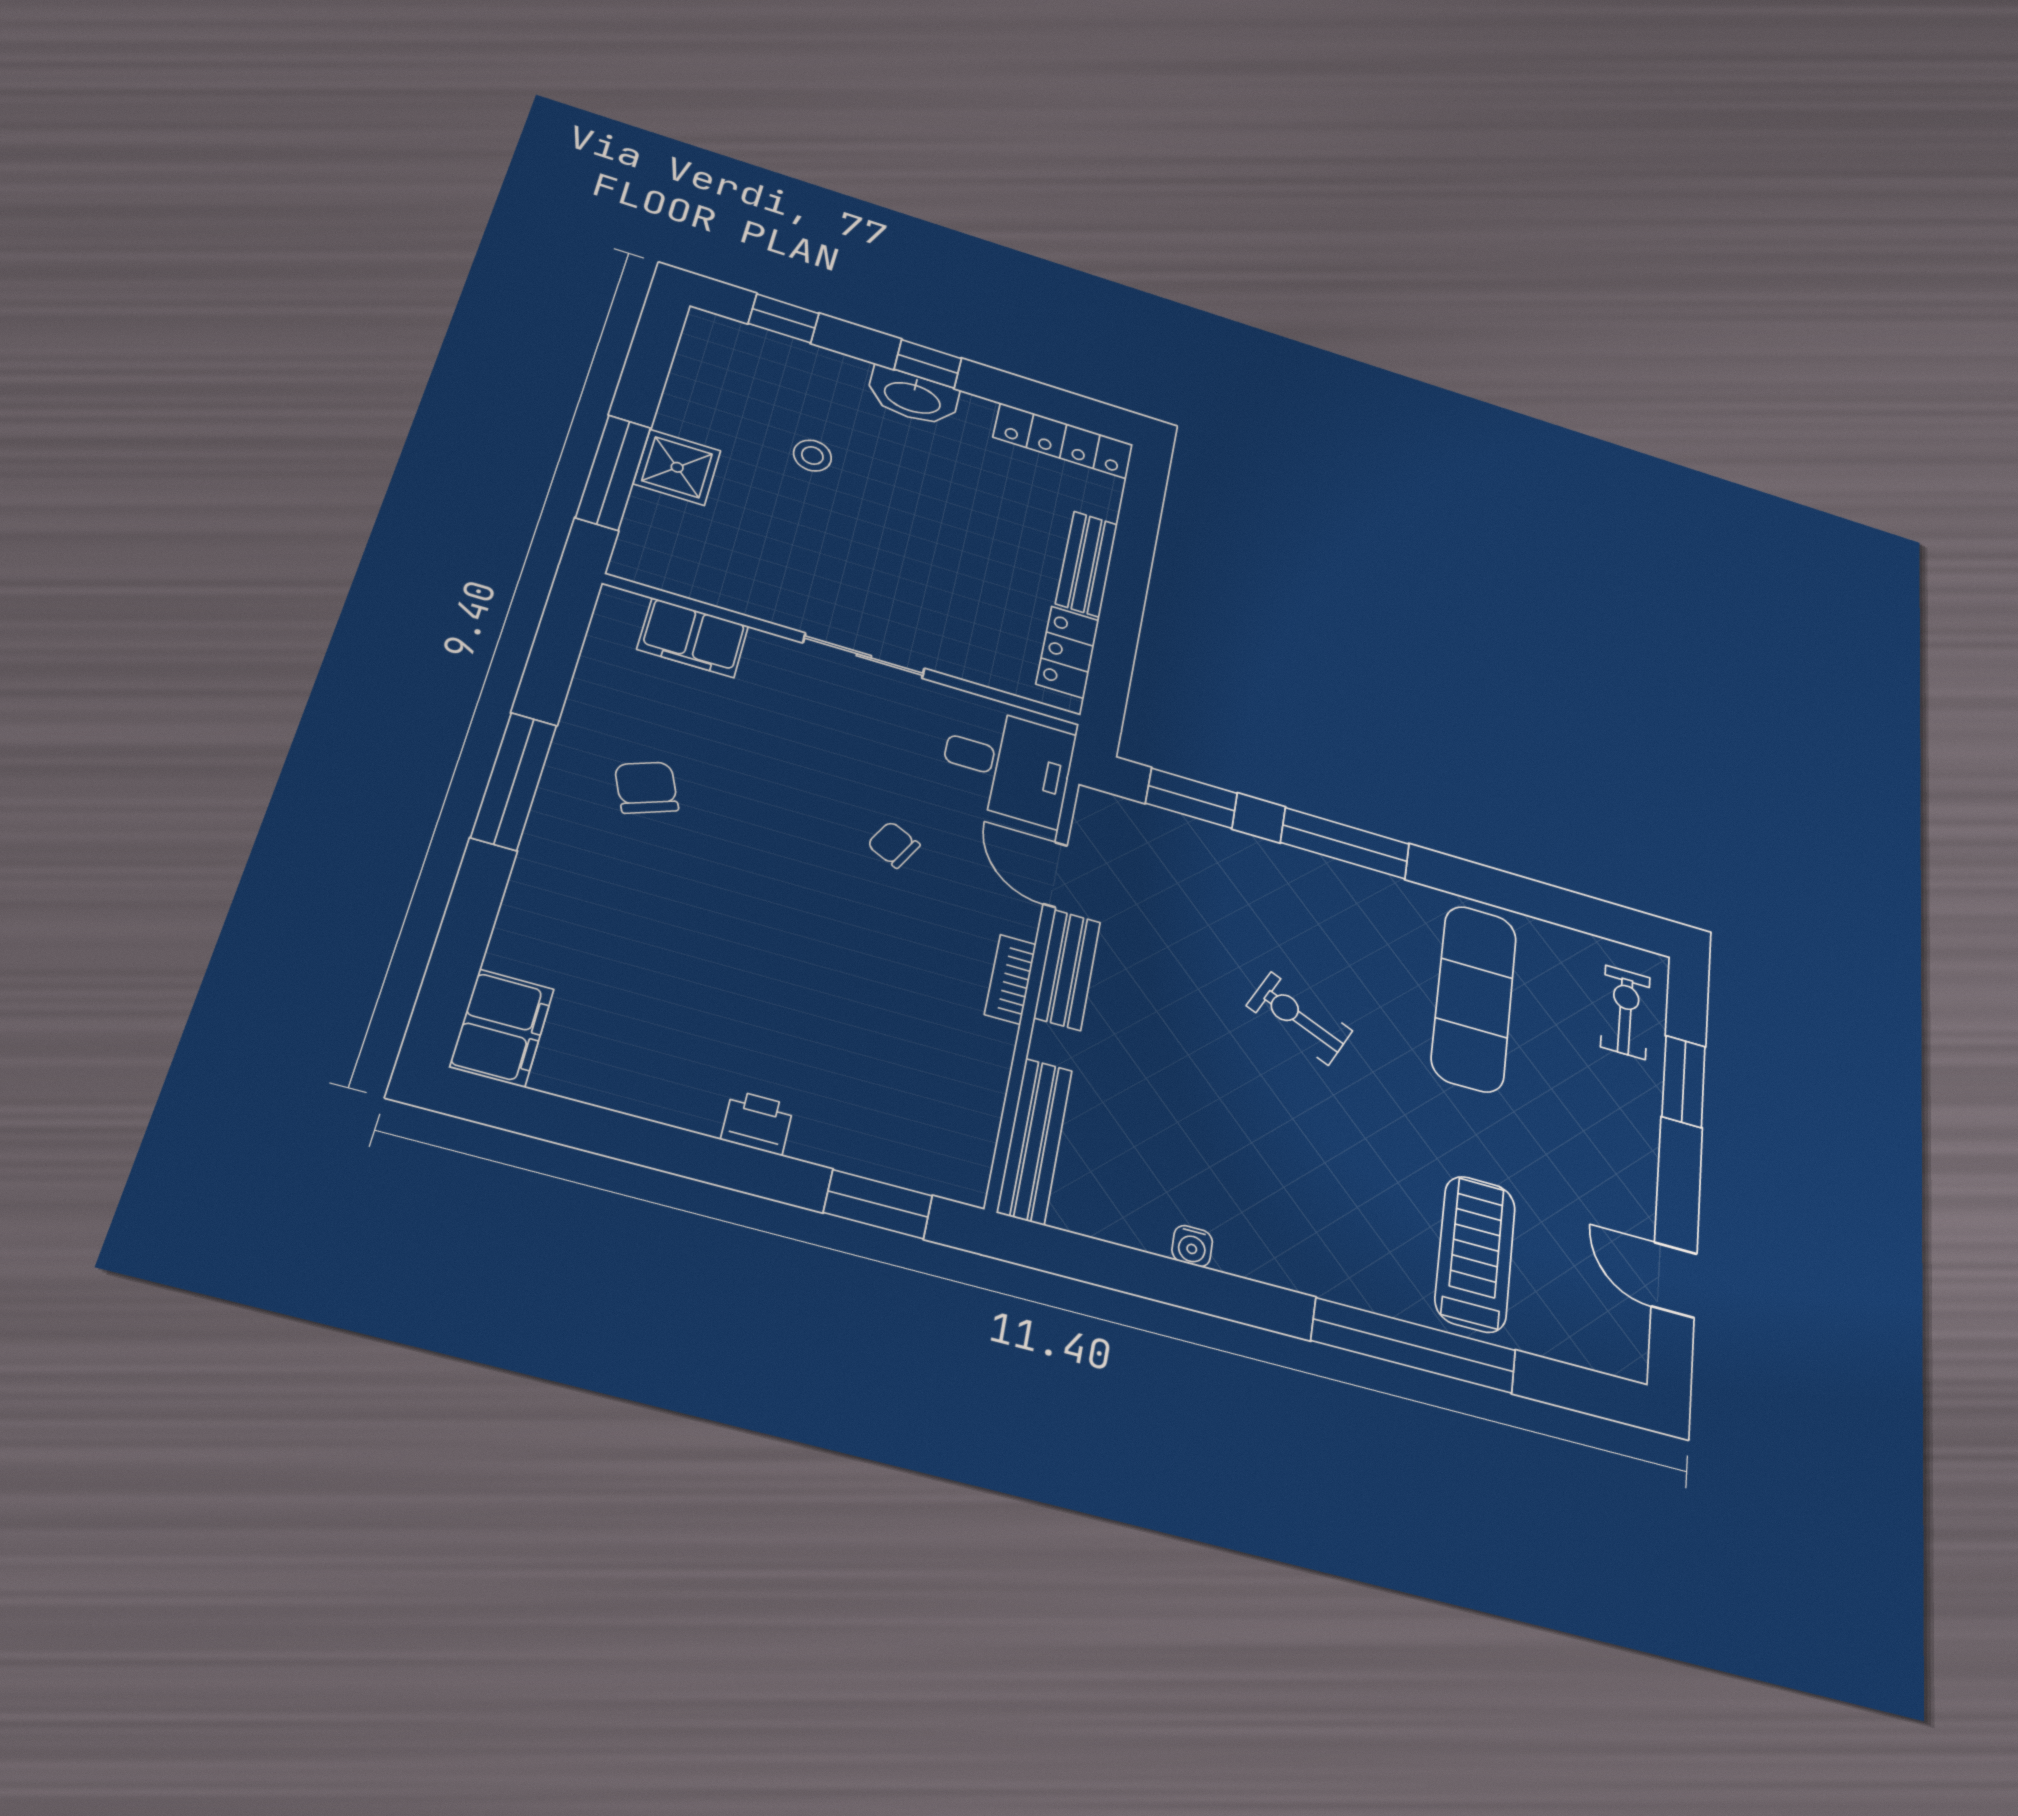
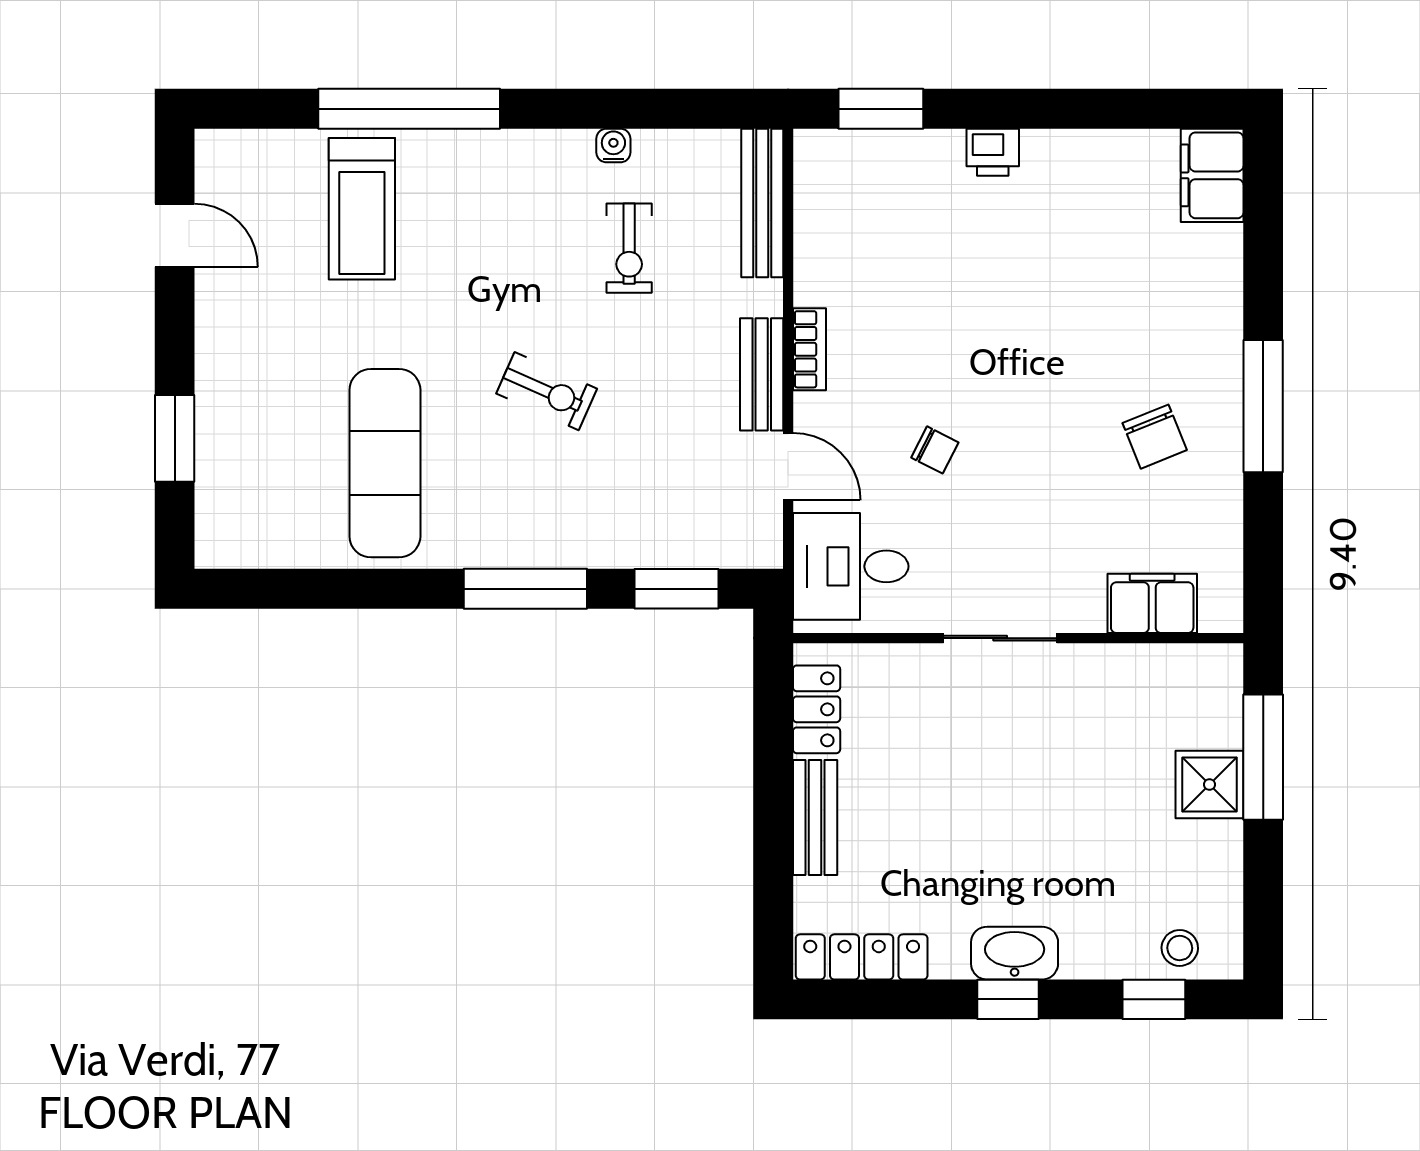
stool: (812, 456) -> (1180, 948), moved
exercise bike: (1625, 1012) -> (629, 248), moved

